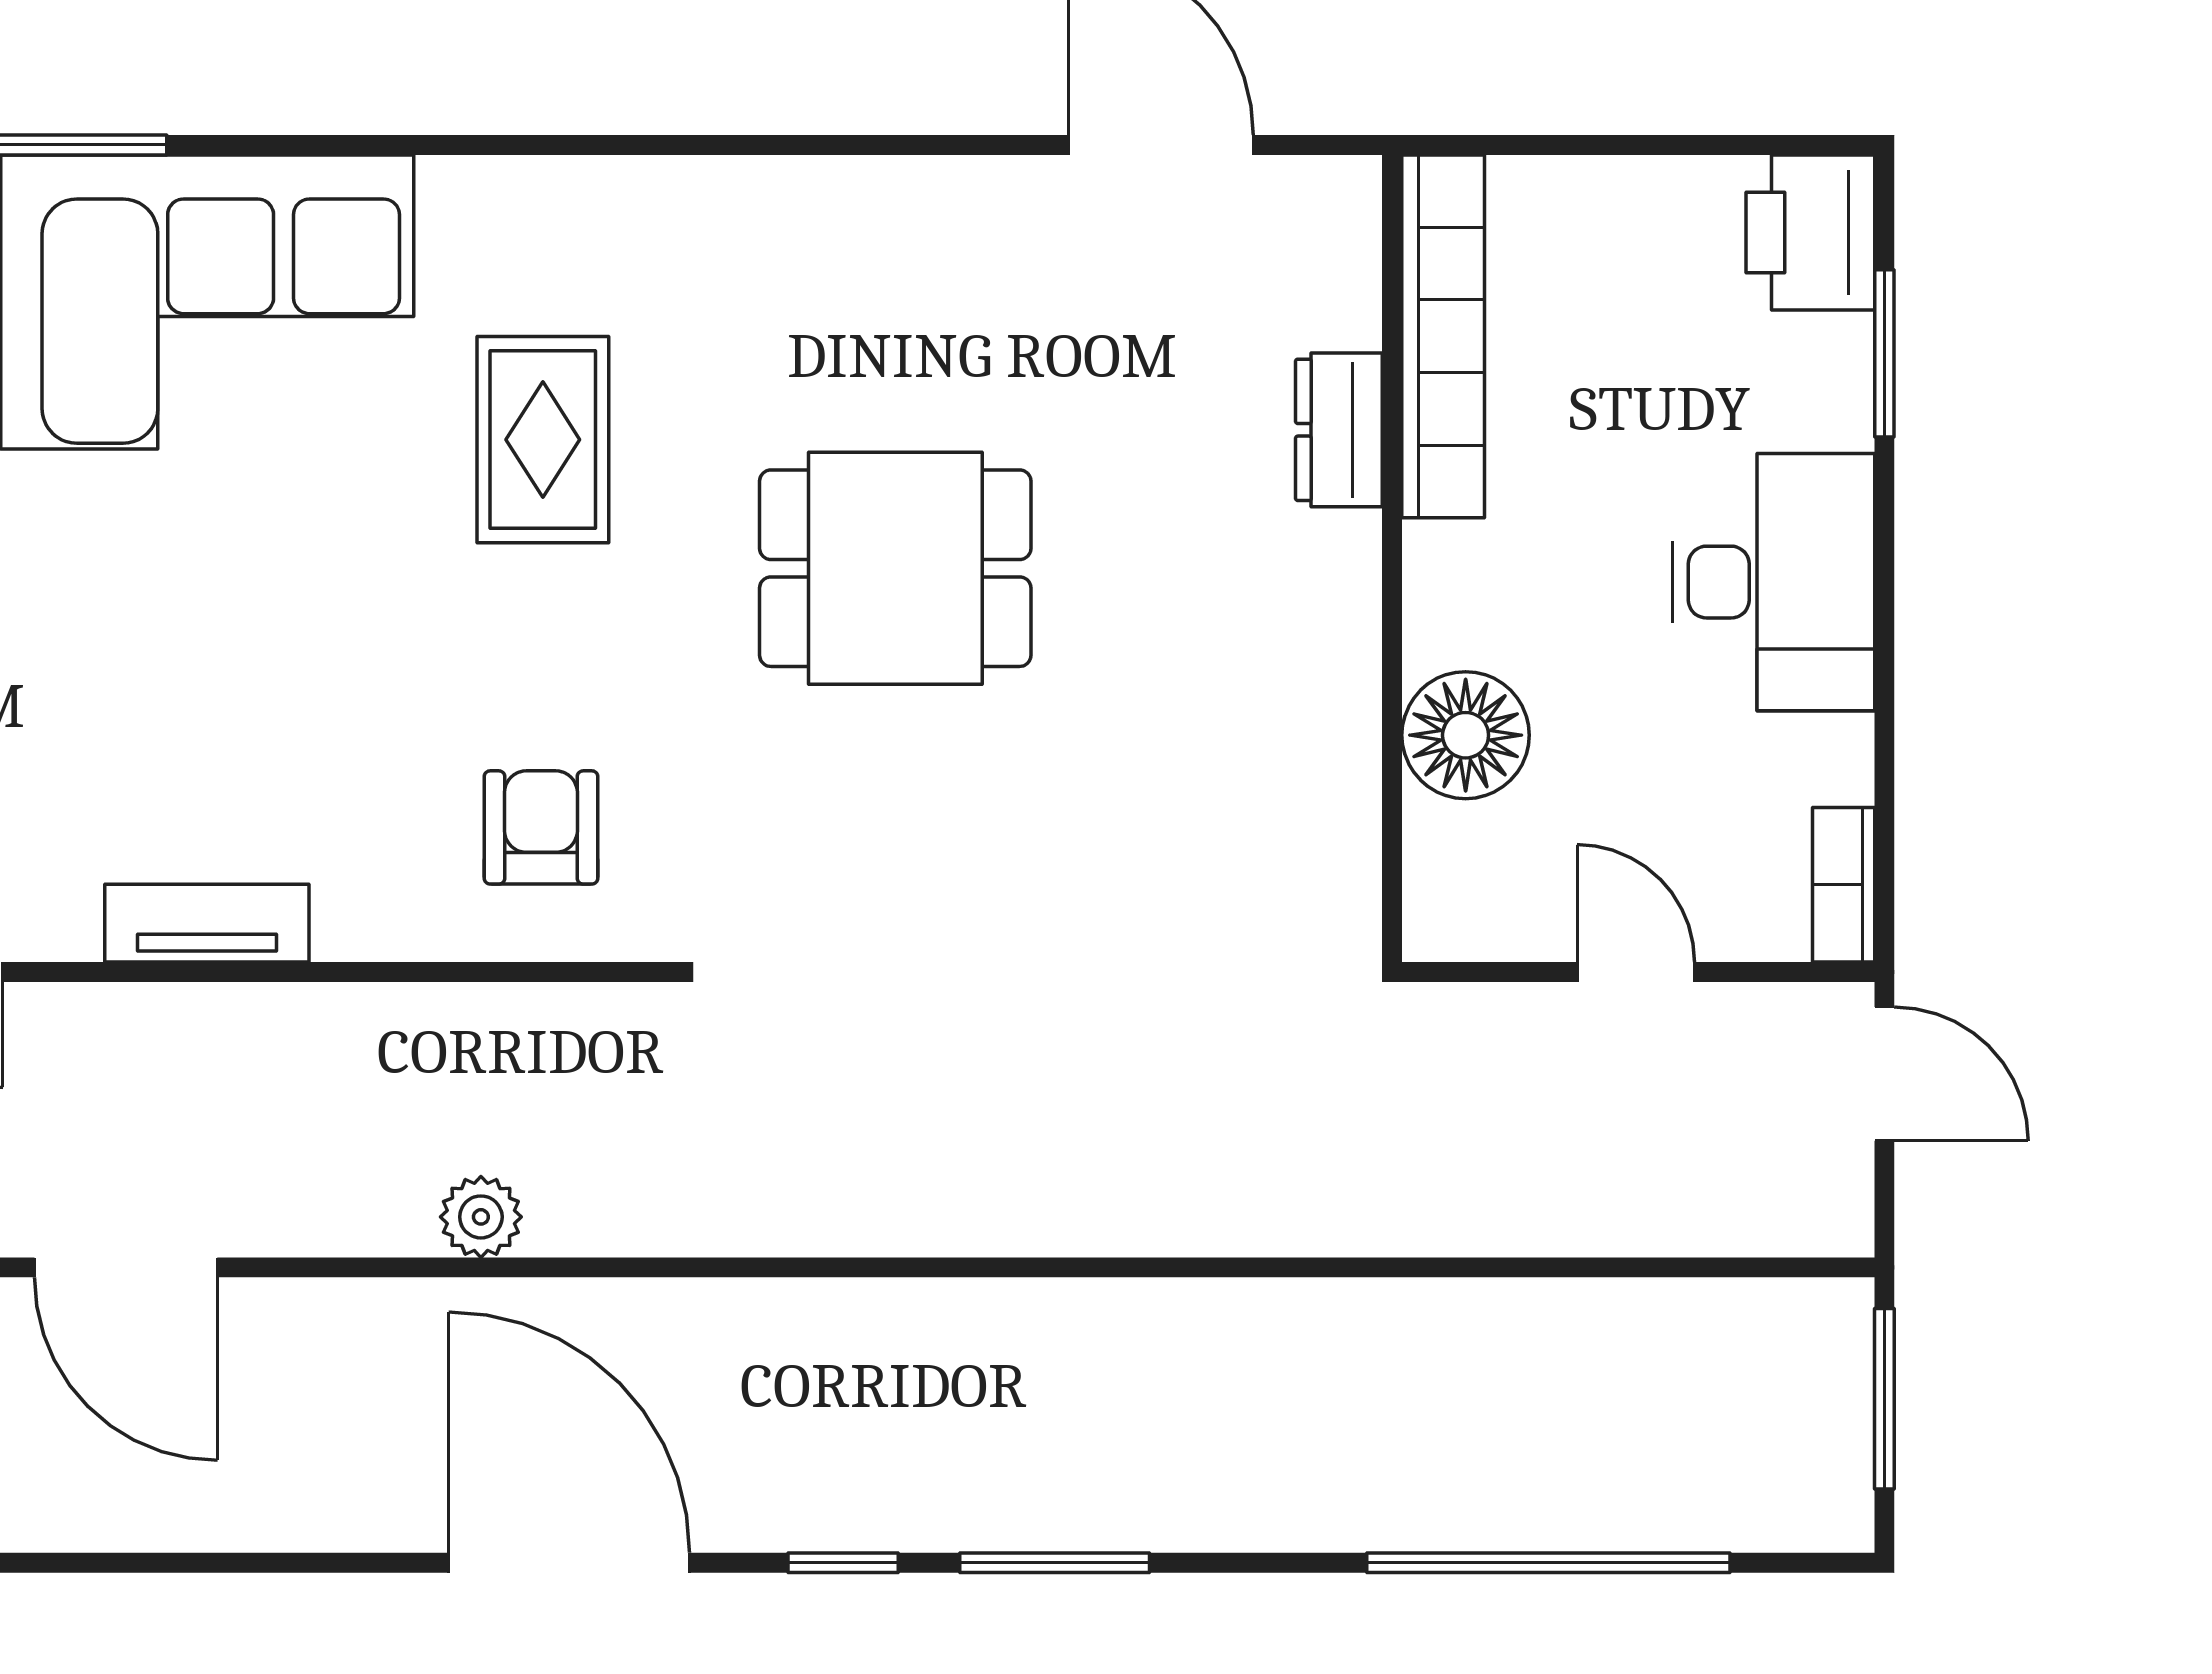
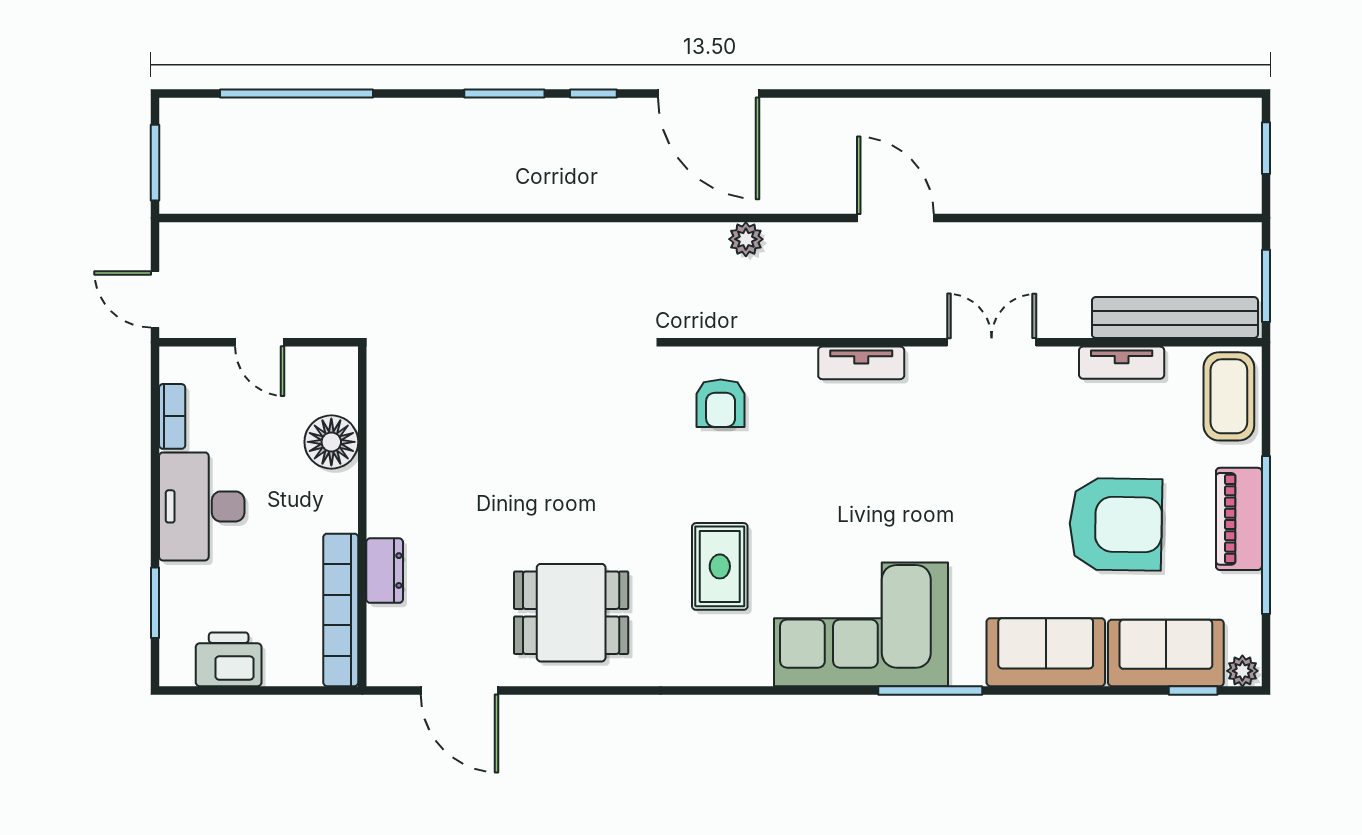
printer: (1810, 232) -> (229, 659), moved, turned -90
dining table: (895, 568) -> (571, 613), moved
bookcase: (1844, 885) -> (172, 416), moved

